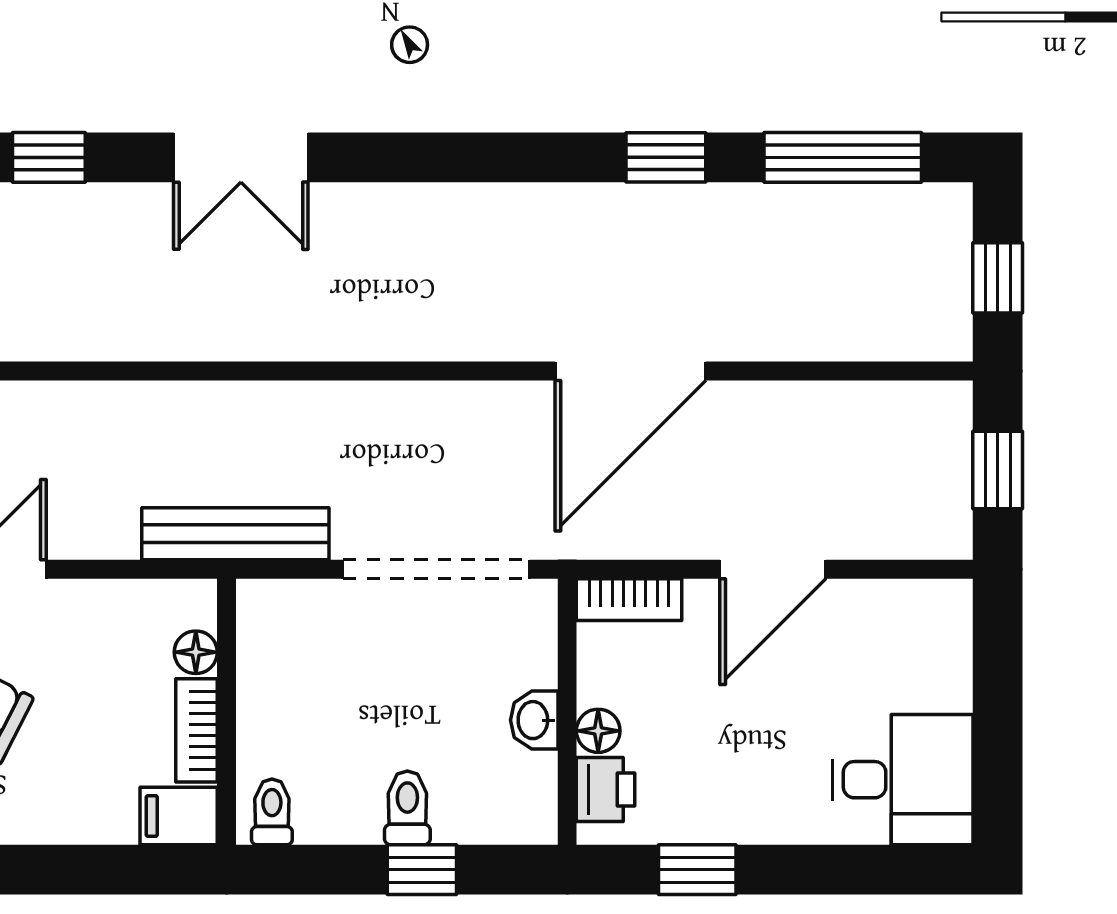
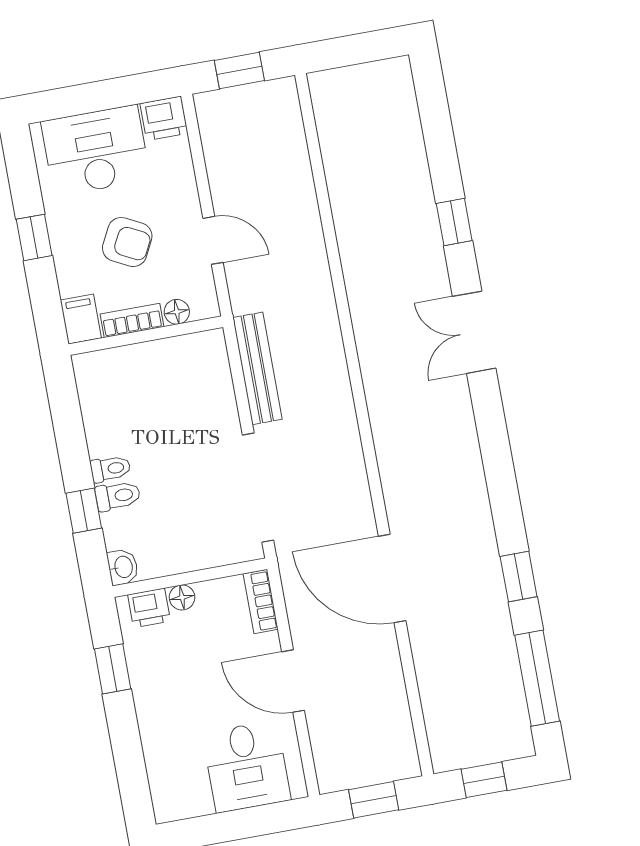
floor lamp: (196, 652) -> (177, 312), moved
wall: (227, 712) -> (146, 336), moved
washbasin: (534, 720) -> (123, 567), moved, turned 90
bookcase: (197, 730) -> (132, 320), moved
desk: (903, 780) -> (247, 766), moved
toilet: (272, 812) -> (111, 469), moved
filing cabinet: (179, 816) -> (81, 319), moved

